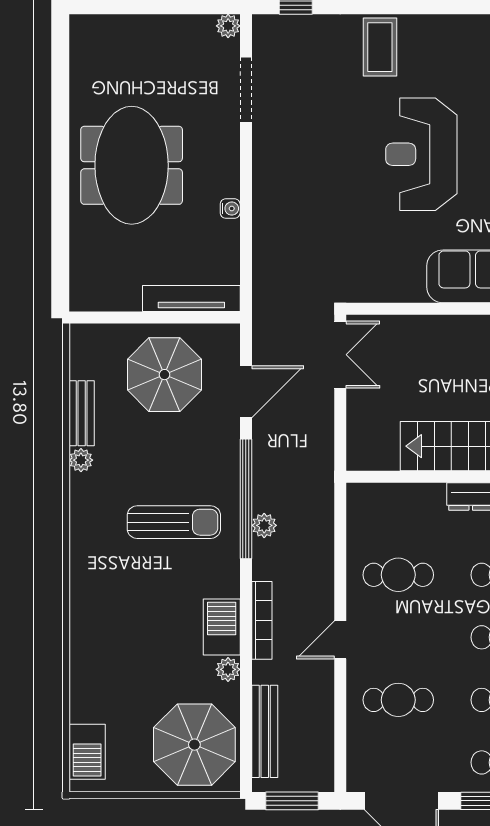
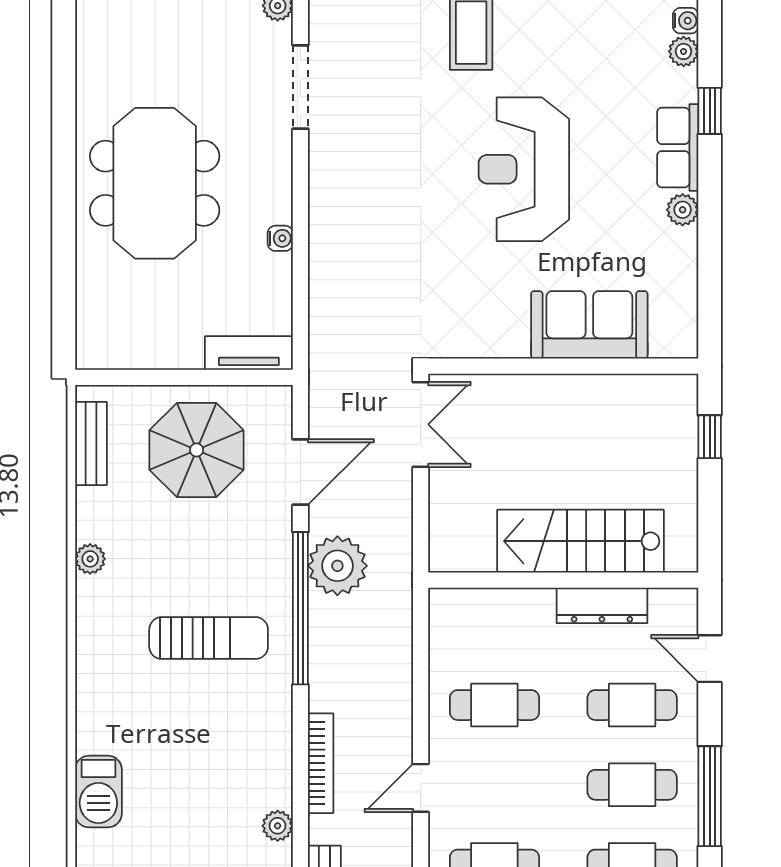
tv unit: (191, 298) -> (249, 353), width x0.71
bench: (82, 413) -> (91, 444), moved
plant: (264, 525) -> (337, 566), moved, width x1.87, depth x1.87
barbecue: (222, 627) -> (98, 792), moved, turned 180

